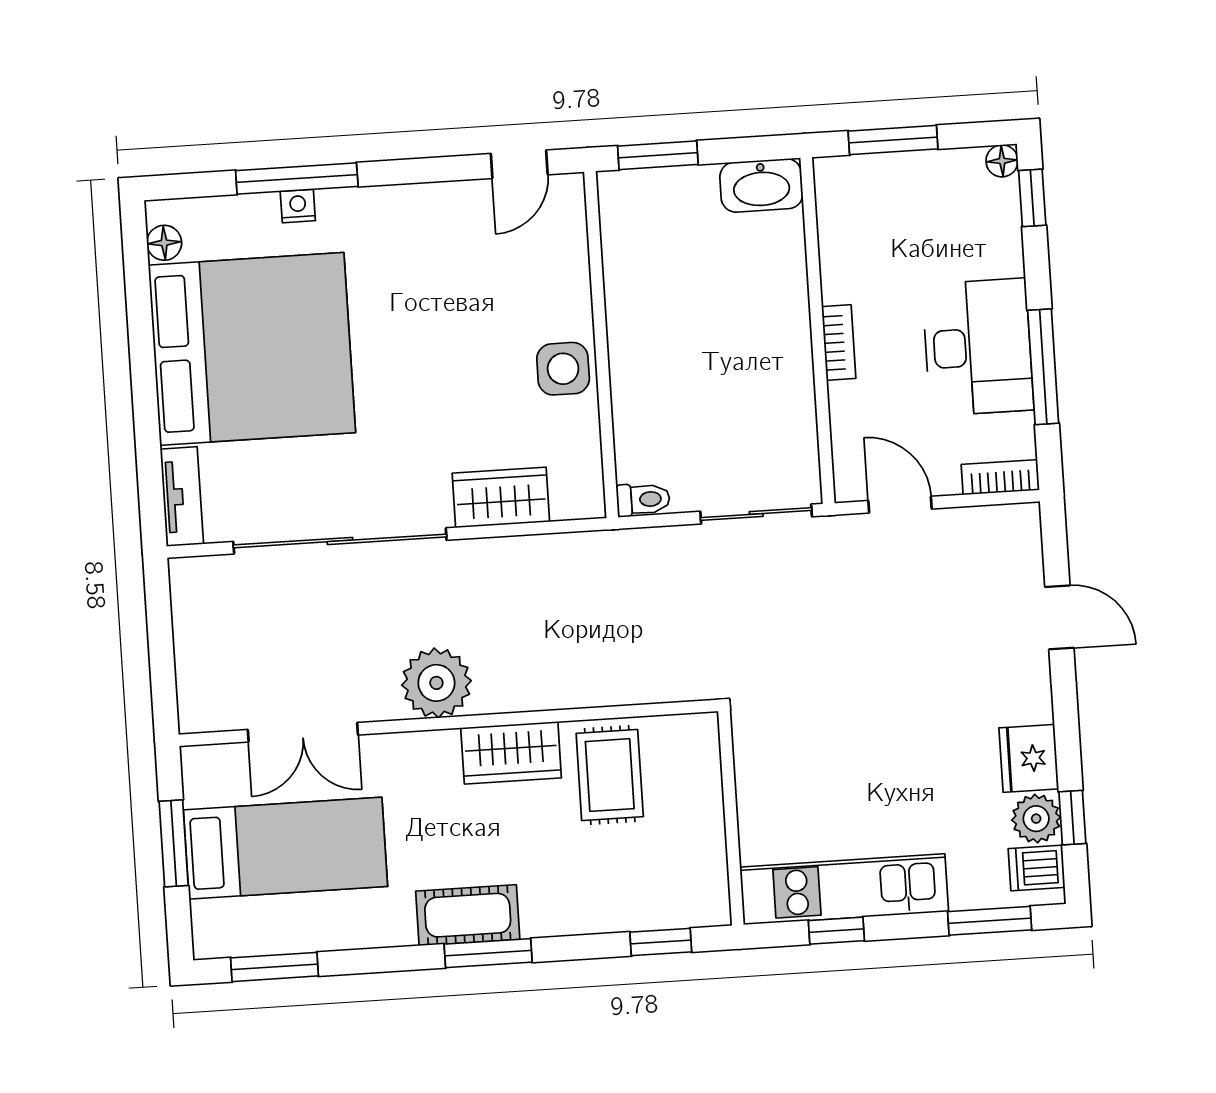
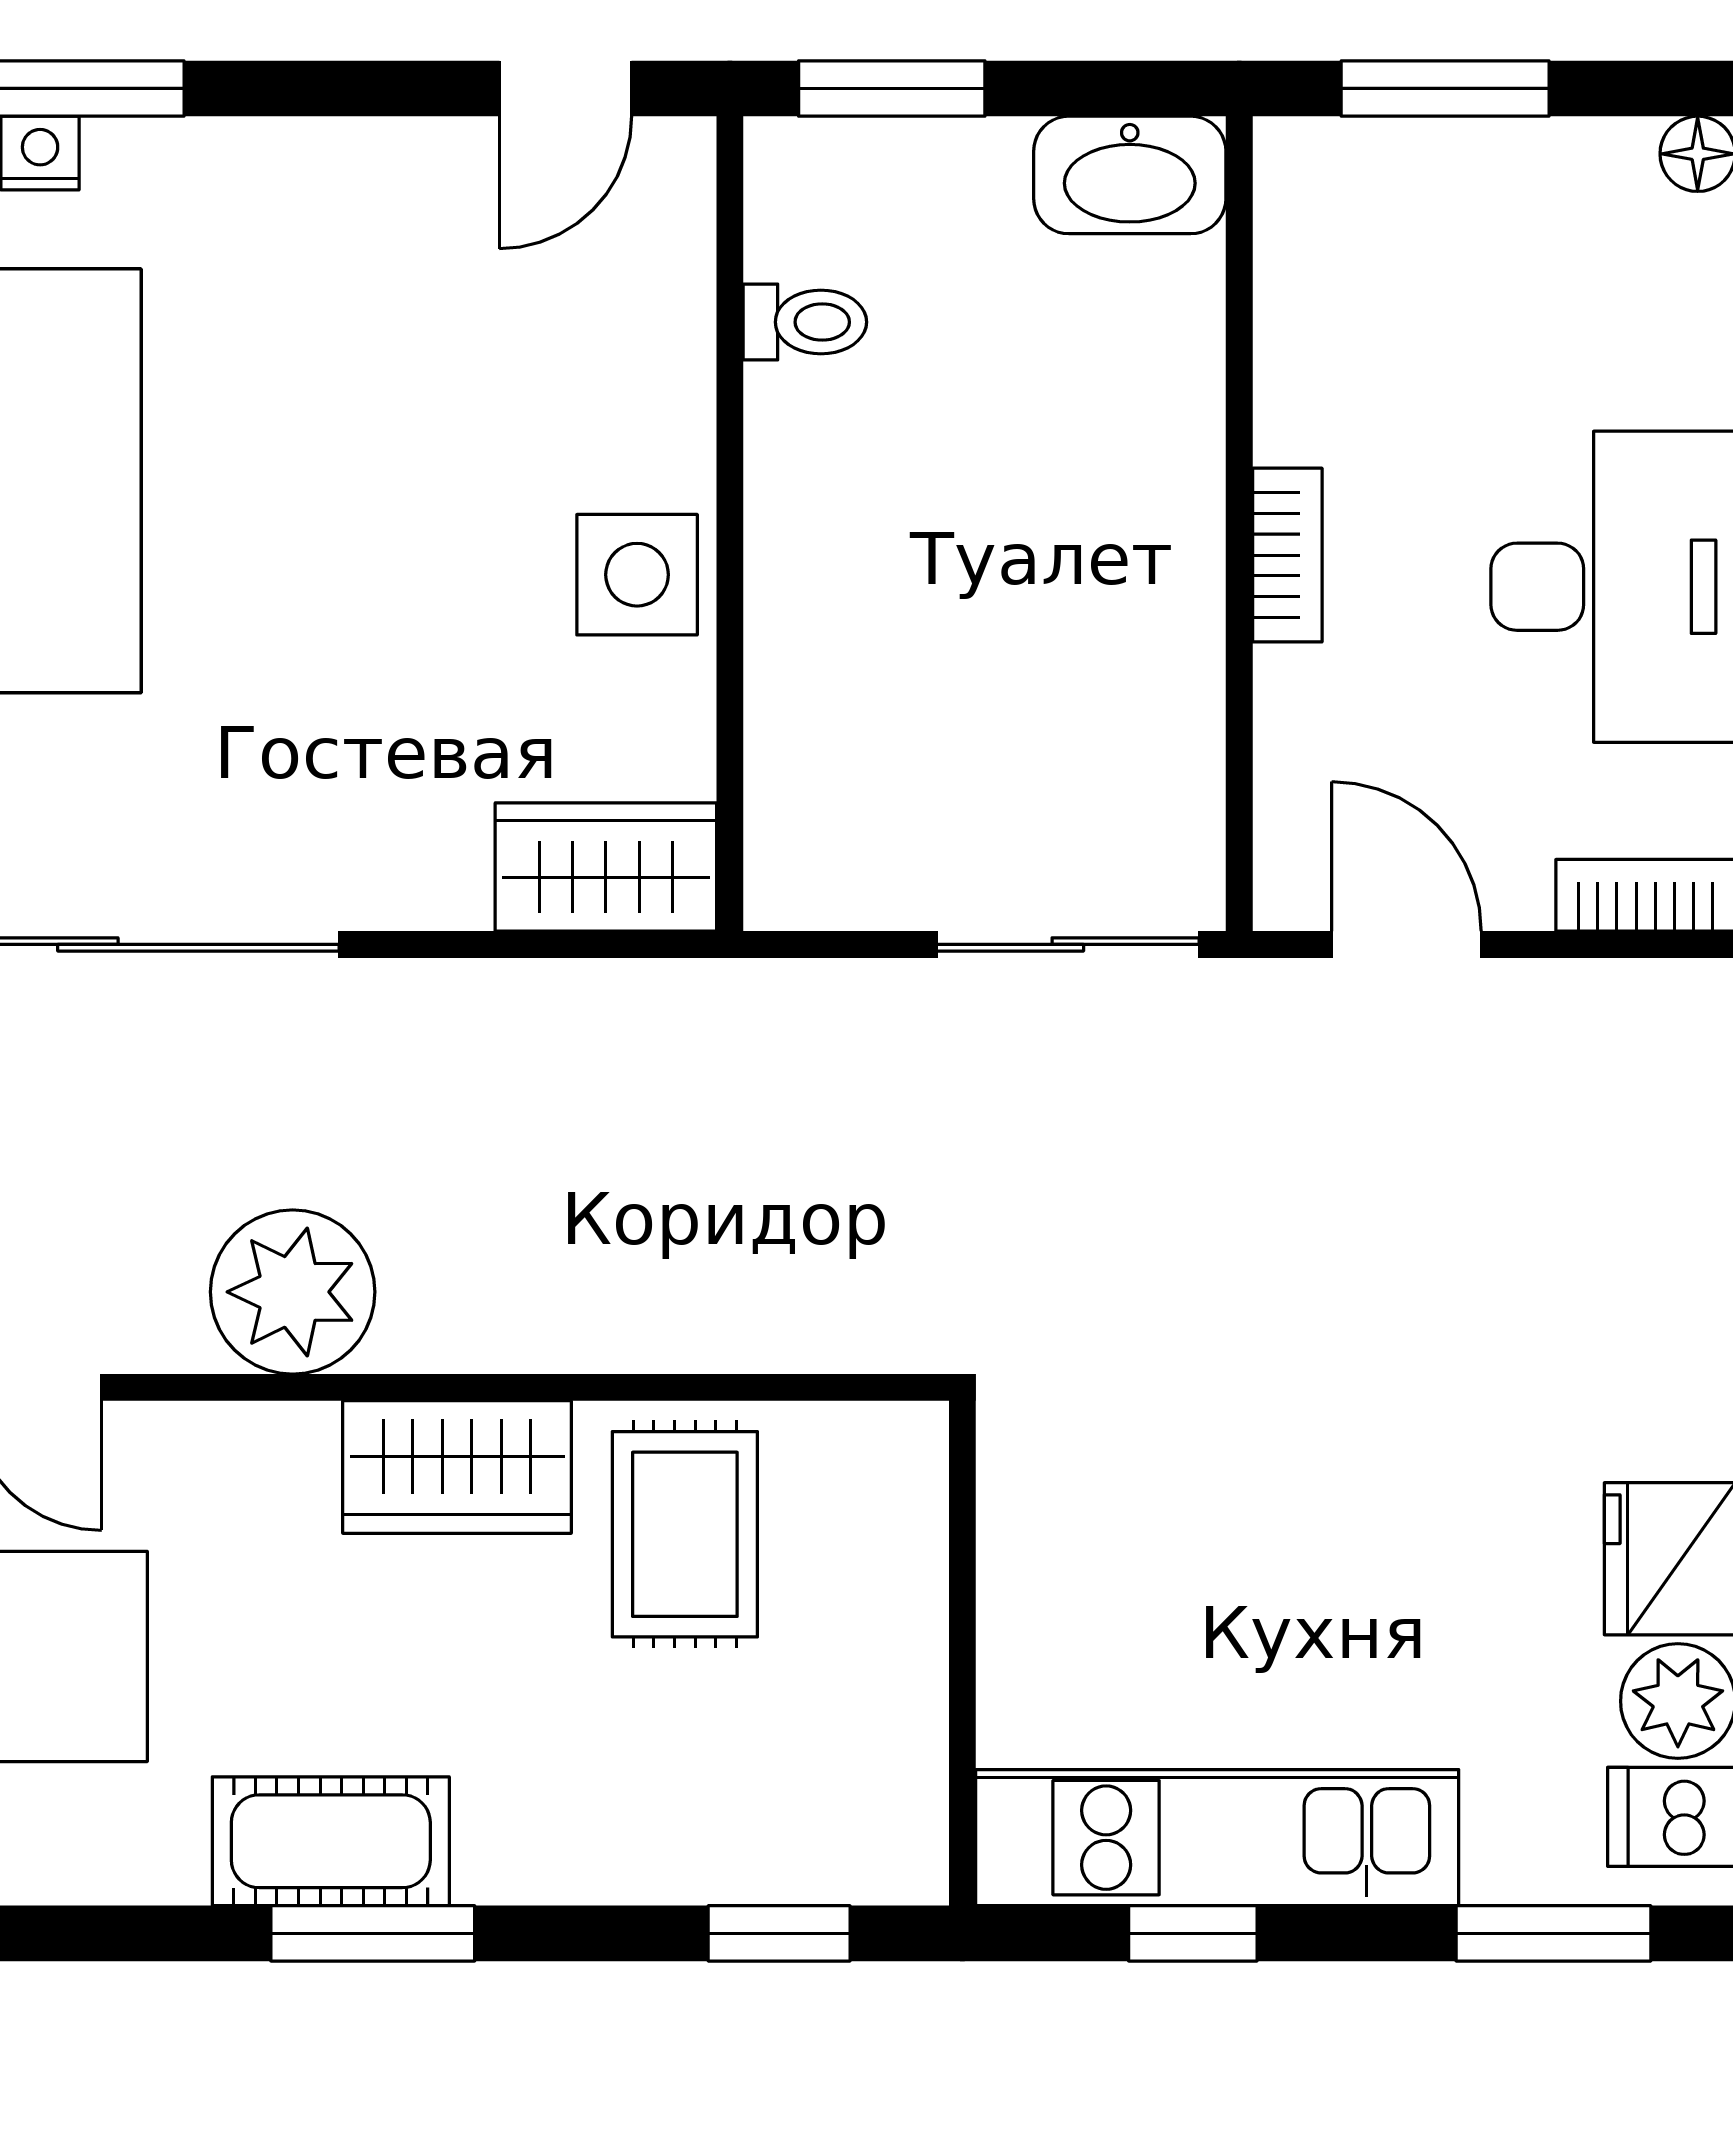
wardrobe: (501, 497) -> (606, 867), moved
toilet: (643, 499) -> (805, 322), moved

